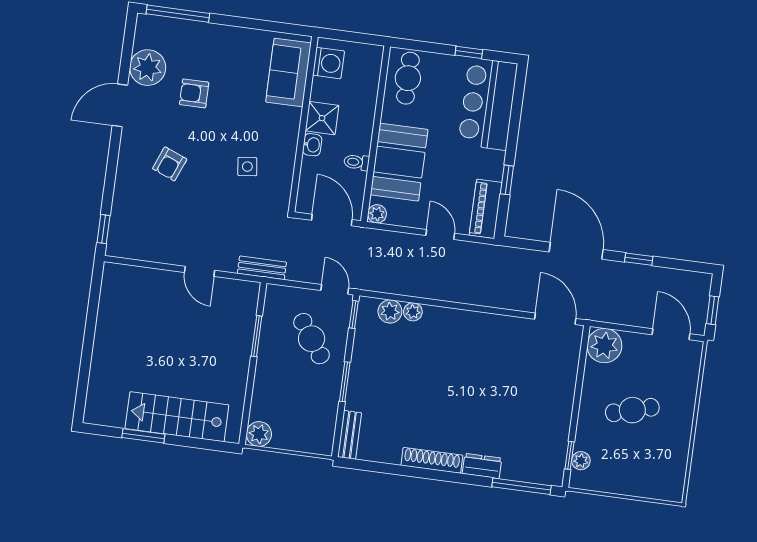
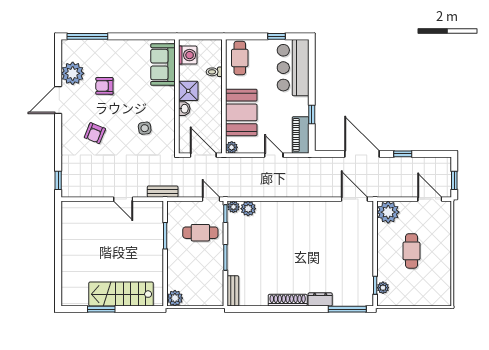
toilet: (357, 162) -> (214, 72), moved
plant: (413, 312) -> (233, 207), moved
cafe table: (312, 339) -> (200, 233), turned -55
cafe table: (632, 410) -> (411, 251), turned -74

